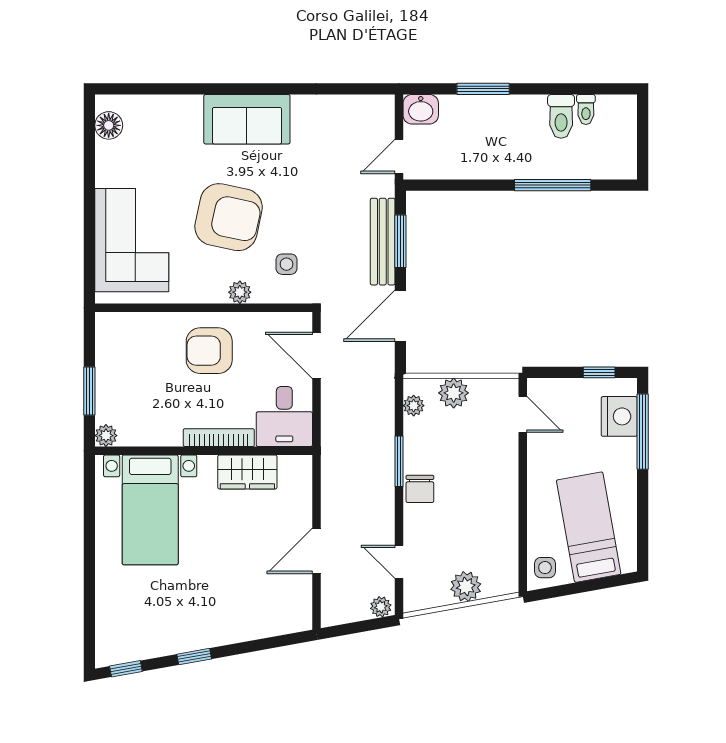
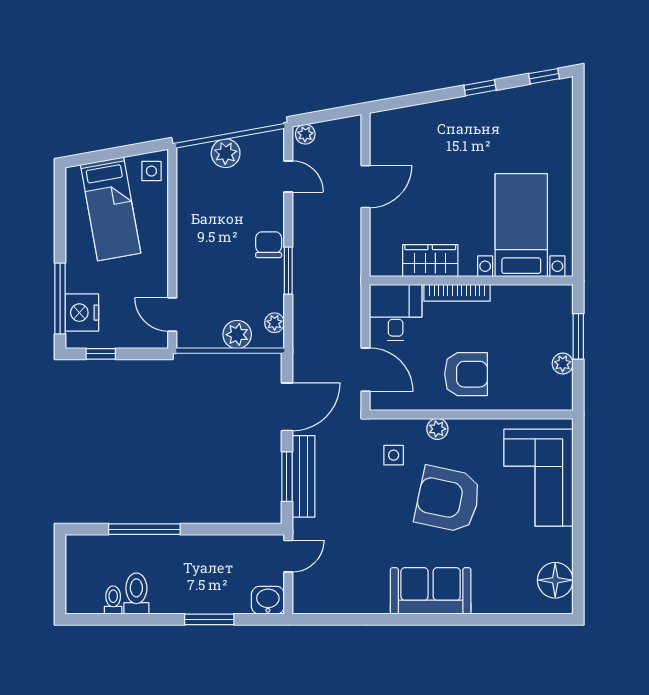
floor lamp: (109, 125) -> (555, 580), width x1.38, depth x1.38
plant: (106, 436) -> (563, 364), moved

